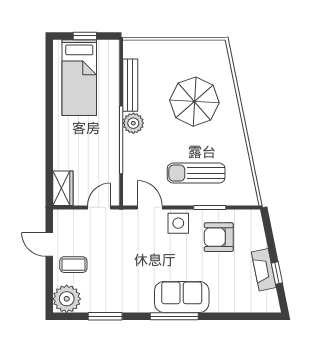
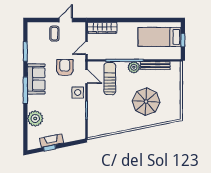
sun lounger: (196, 173) -> (110, 79), moved
wardrobe: (63, 188) -> (102, 28), width x1.50
door: (99, 207) -> (86, 48), swing flipped
door: (150, 207) -> (86, 76), hinge flipped
armchair: (219, 237) -> (65, 68), moved
sofa: (182, 297) -> (36, 79), moved
plant: (67, 299) -> (35, 118), moved

